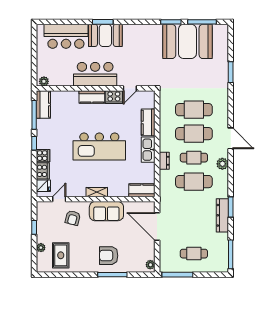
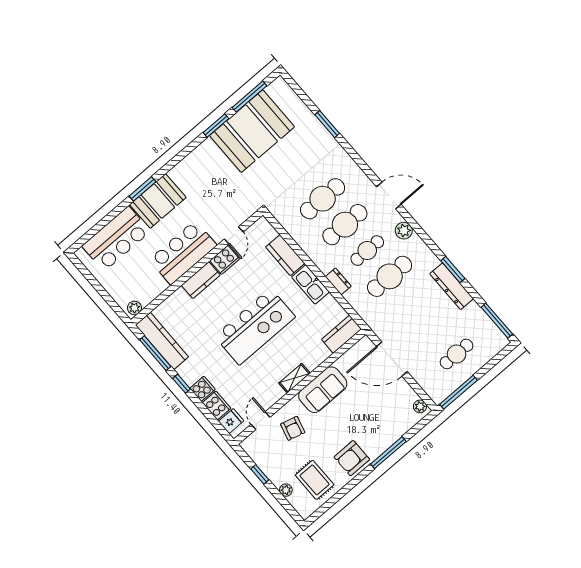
kitchen counter: (43, 105) -> (162, 341), width x1.50
armchair: (109, 256) -> (352, 458), moved

